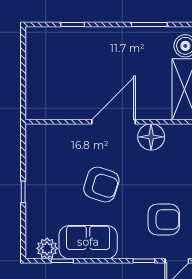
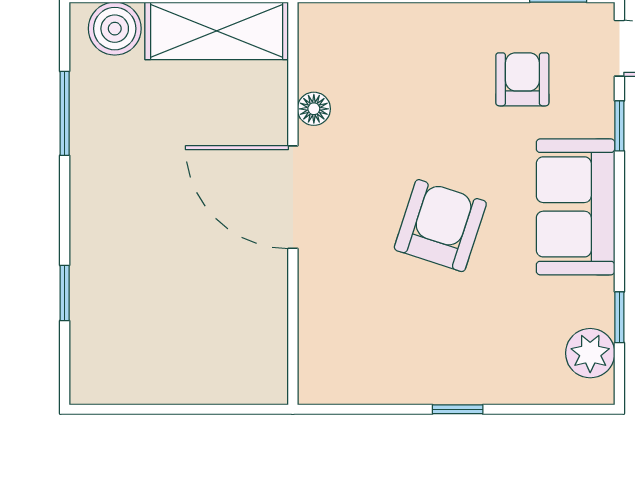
floor lamp: (151, 137) -> (314, 109), width x0.53, depth x0.53
armchair: (164, 220) -> (522, 79), width x0.72, depth x0.72
sofa: (88, 242) -> (576, 207), moved

